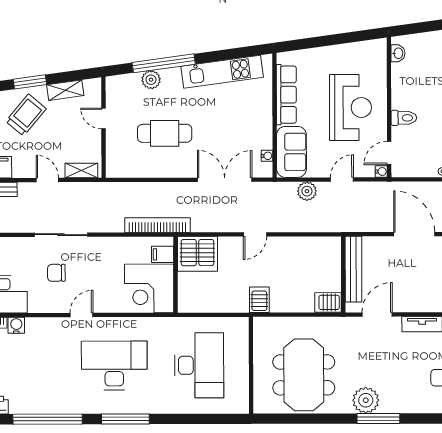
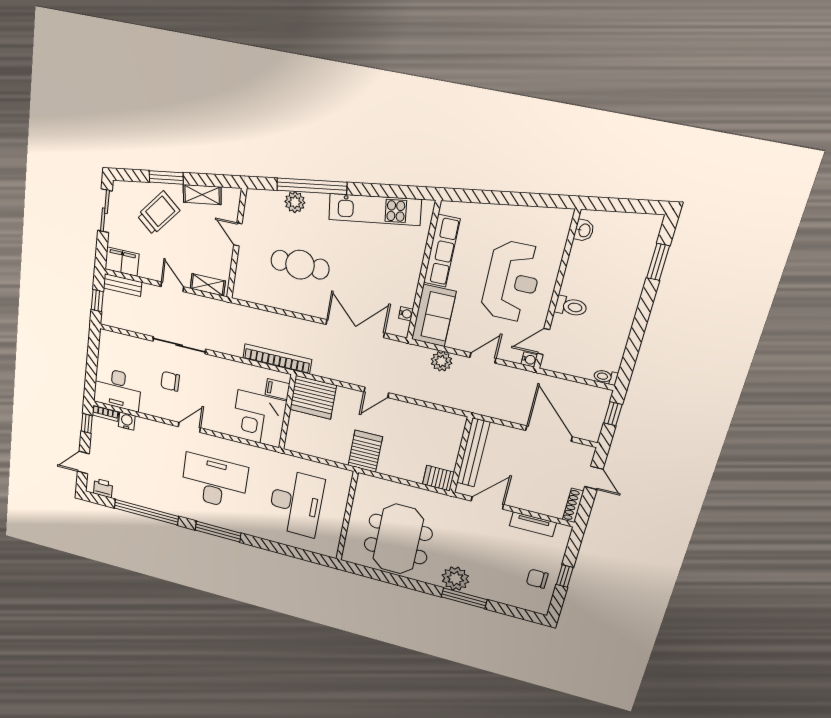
server rack: (259, 300) -> (365, 451), width x1.36, depth x1.44

